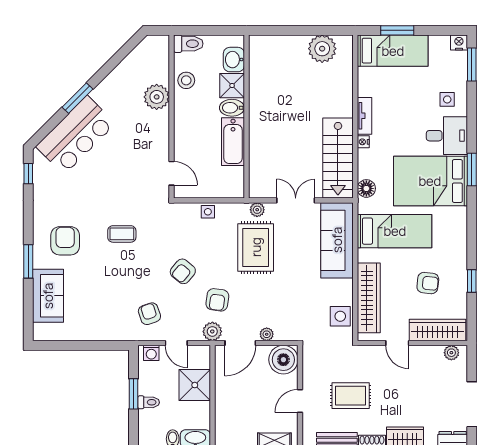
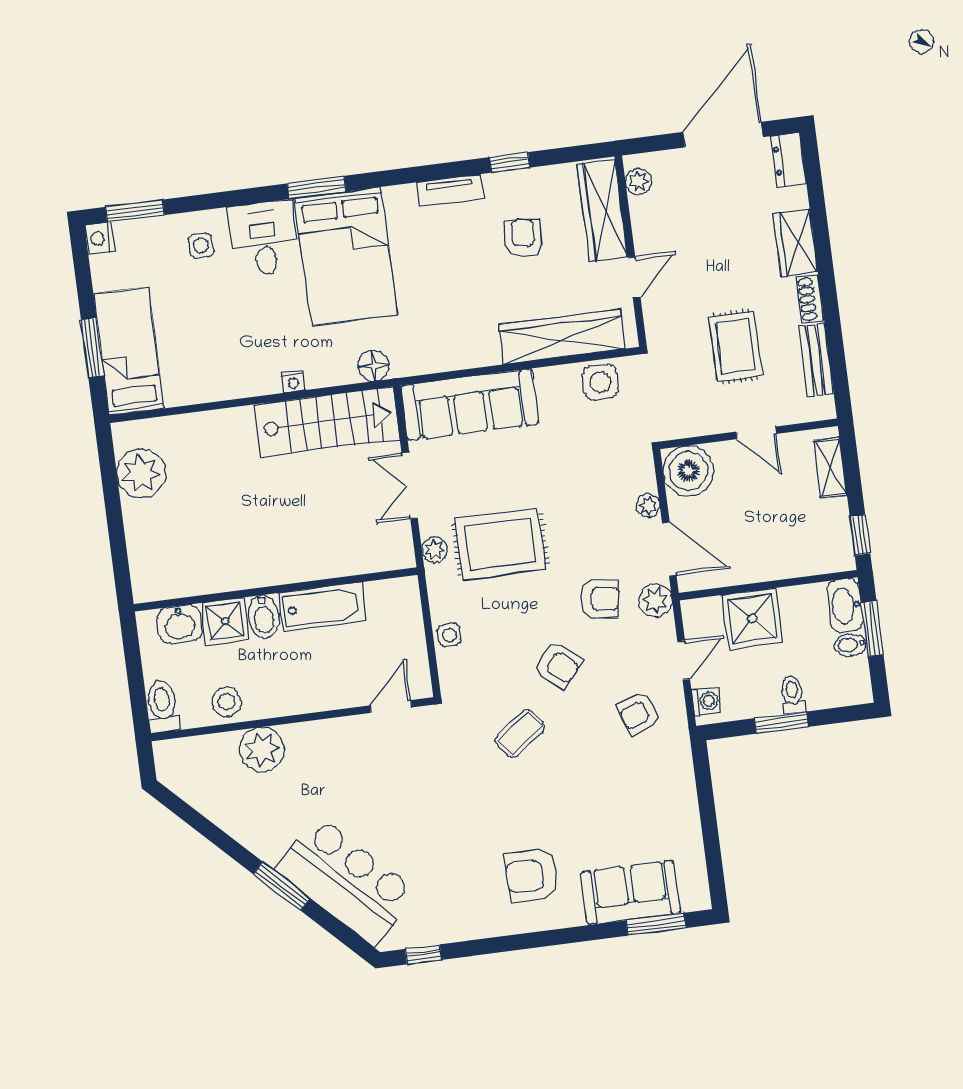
tv unit: (364, 116) -> (450, 190), moved, turned 180
bed: (395, 231) -> (441, 307), removed
coffee table: (122, 234) -> (520, 734), moved, turned 54
window: (28, 261) -> (656, 924), moved

